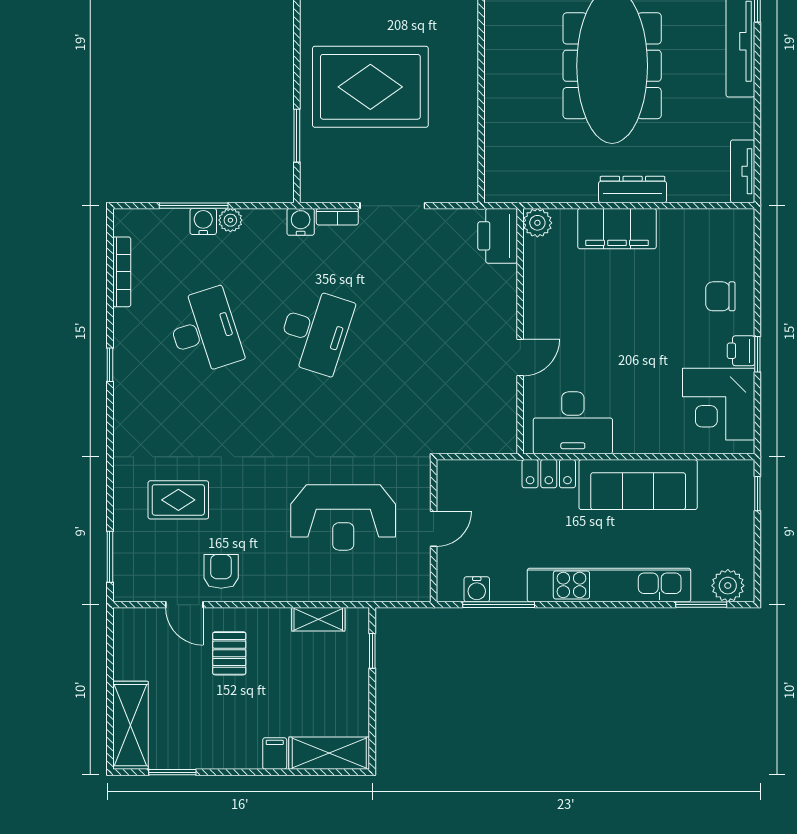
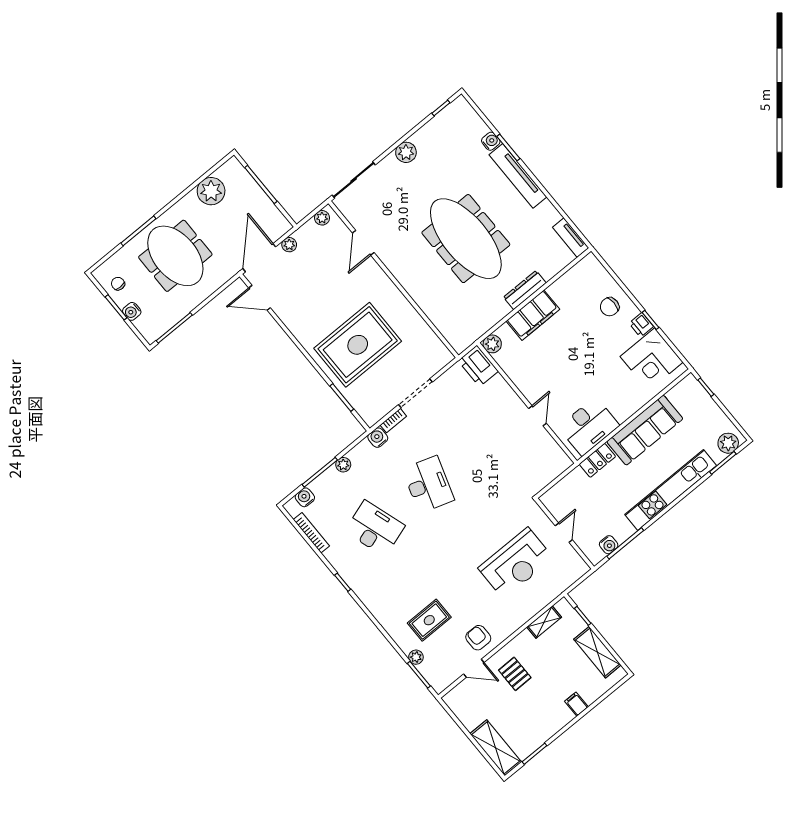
water cooler: (203, 221) -> (305, 497), moved
plant: (124, 532) -> (416, 657), added
shelving: (329, 753) -> (597, 652), moved, turned 90

